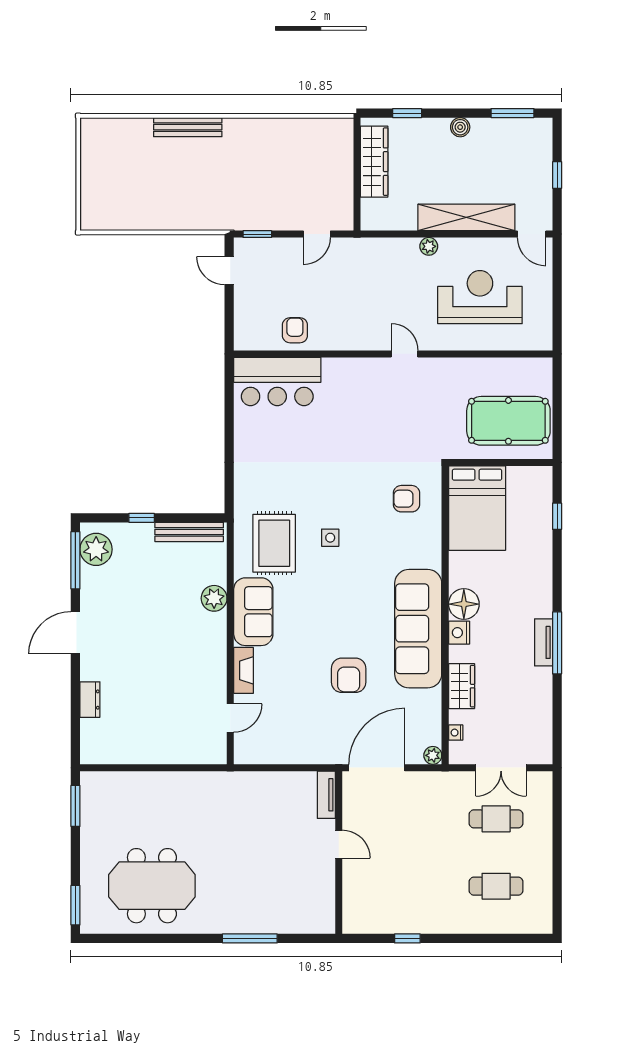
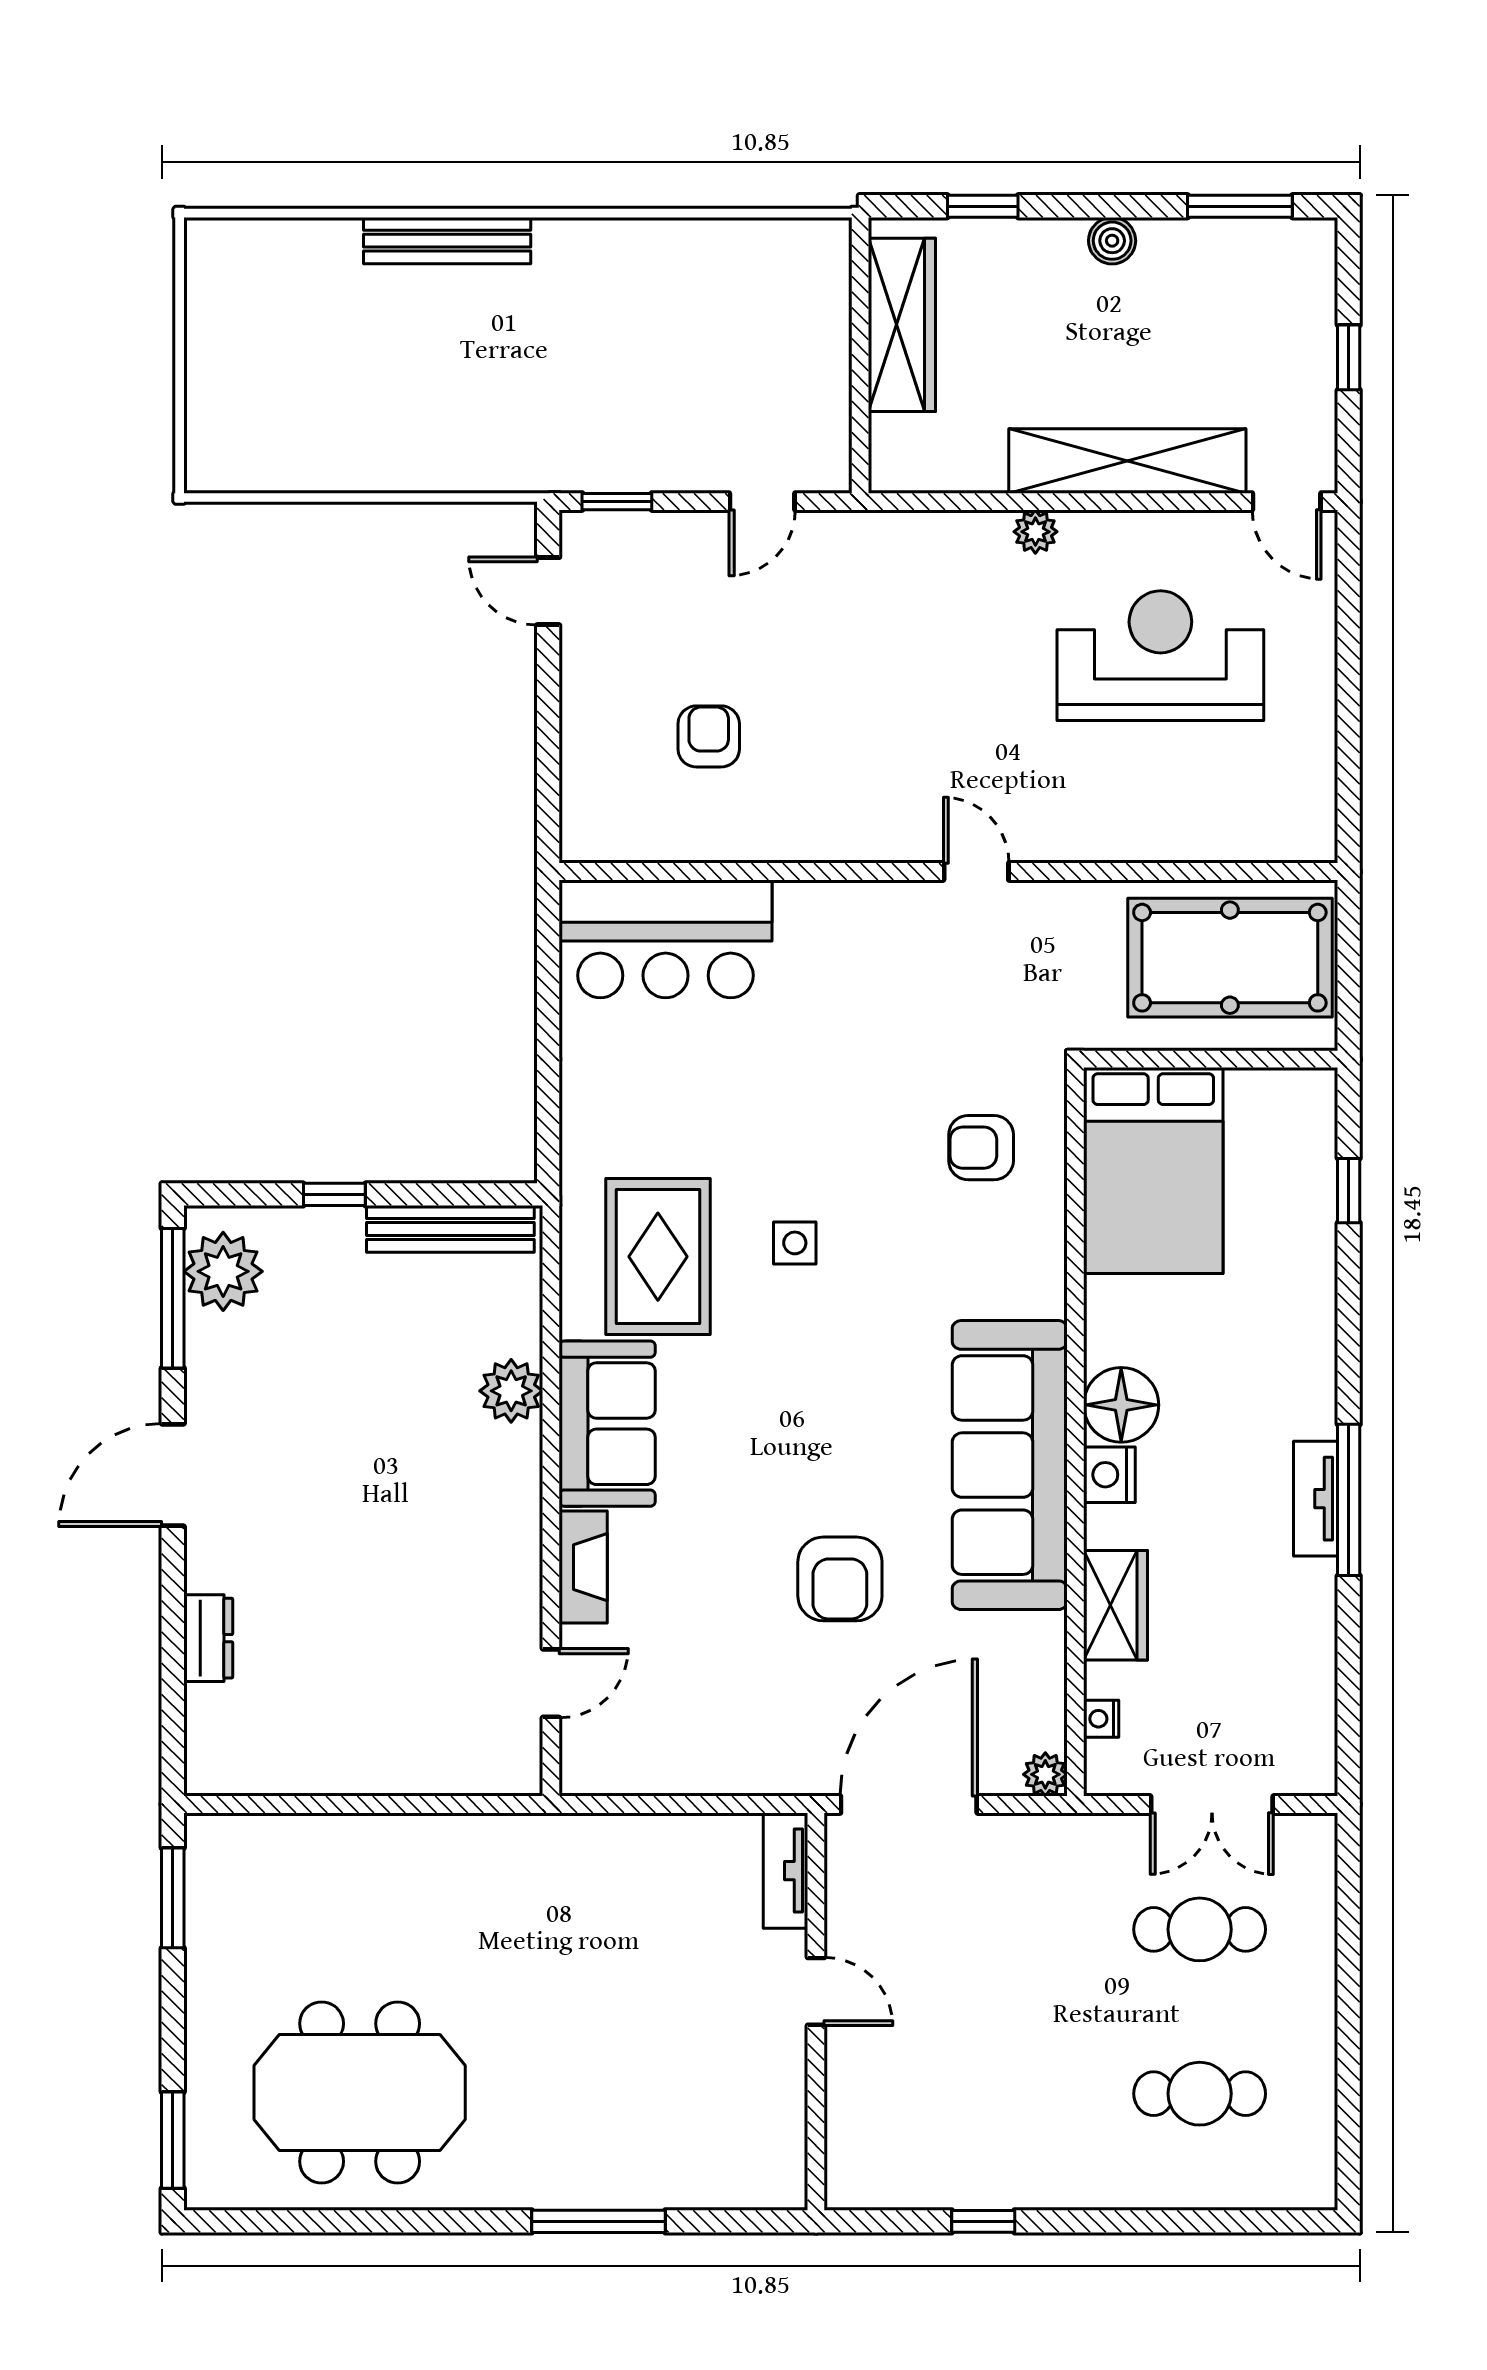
wall: (393, 354) -> (948, 871), moved
door: (404, 354) -> (976, 871), moved
bar counter: (277, 381) -> (666, 939), moved

